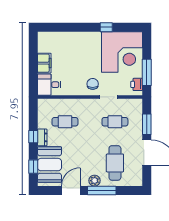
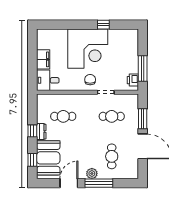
corner desk: (122, 52) -> (88, 49), moved
cafe table: (115, 163) -> (112, 156), width x0.73, depth x0.74

